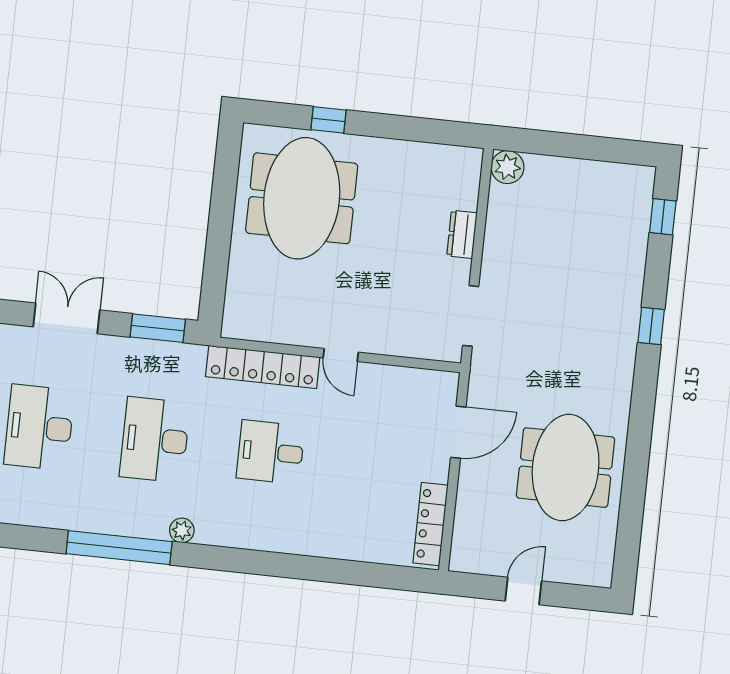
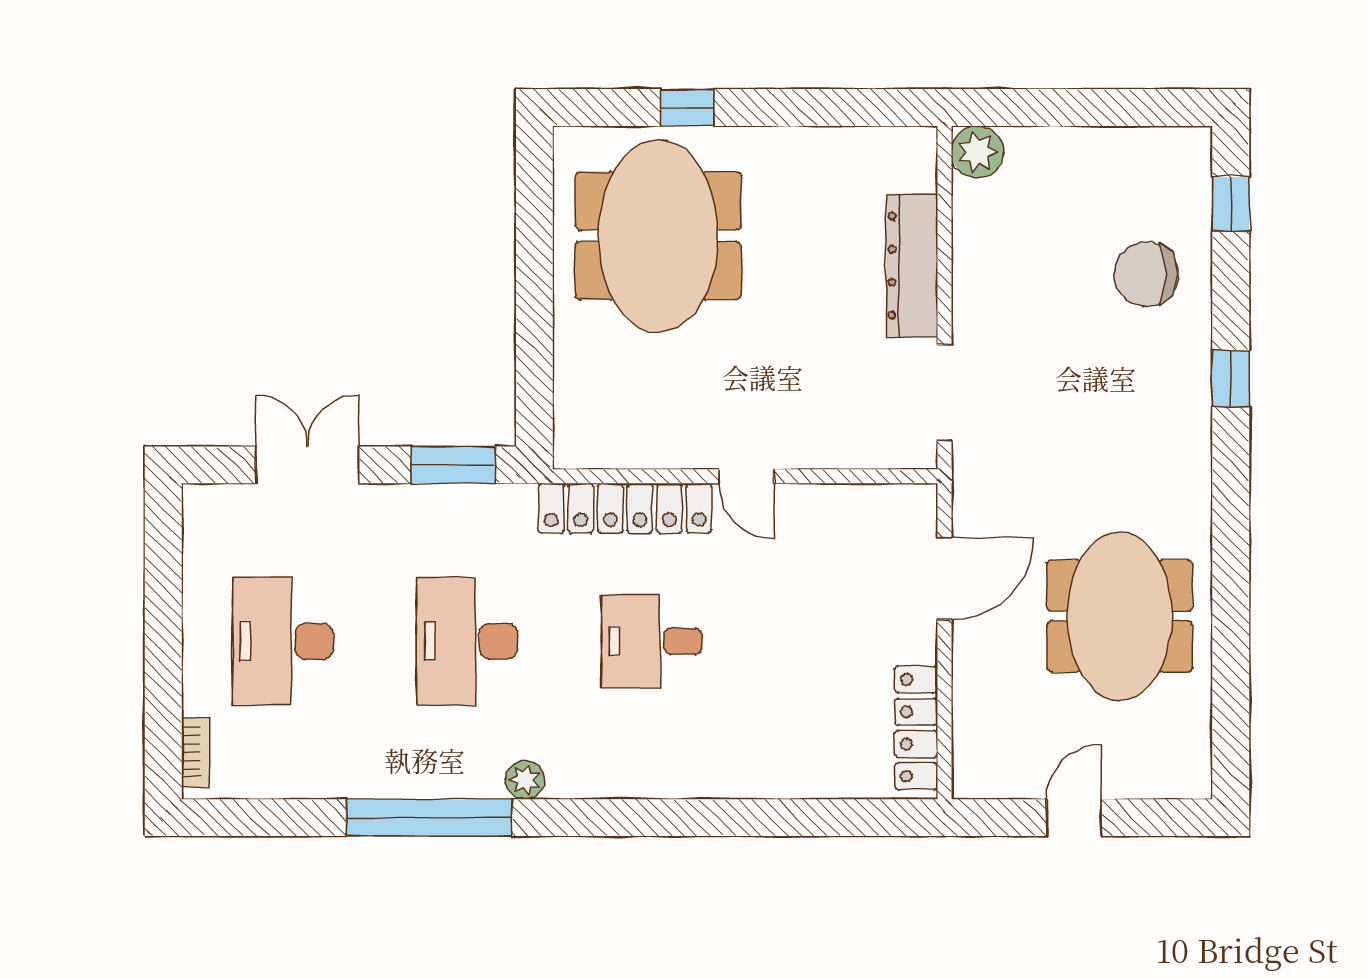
dresser: (462, 234) -> (912, 266), width x1.96, depth x1.24
chair: (605, 255) -> (1146, 274), added

